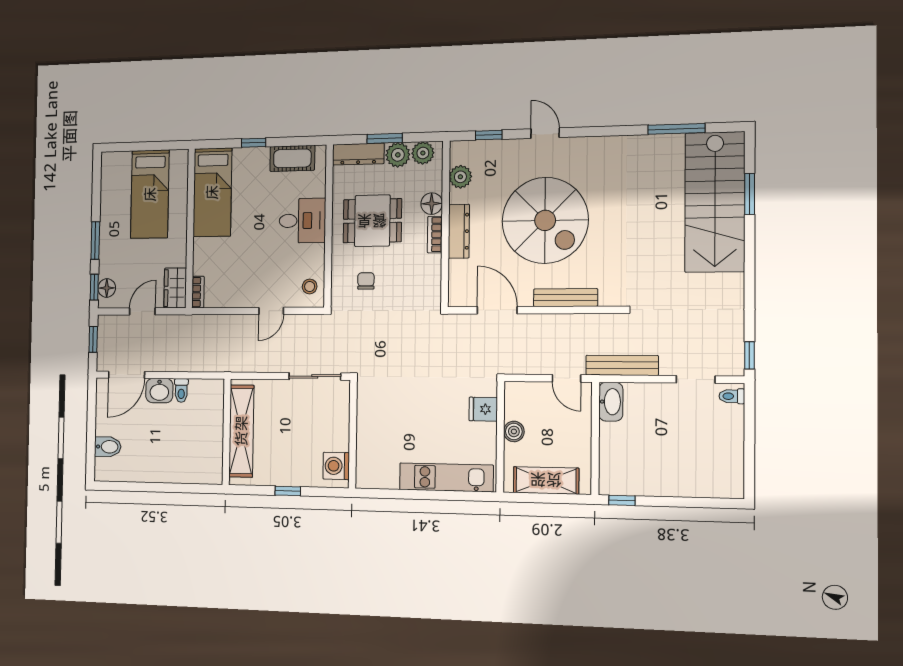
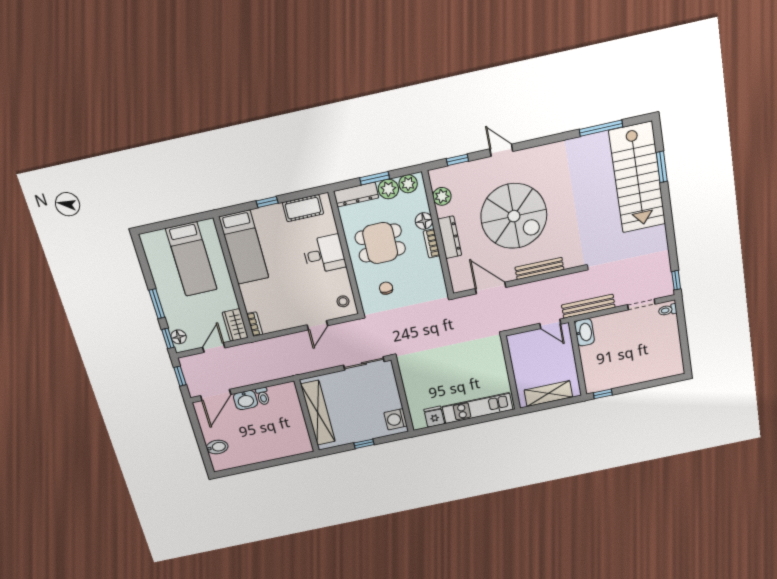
fridge: (483, 409) -> (434, 417), moved, turned 90
boiler: (514, 431) -> (519, 367), removed

